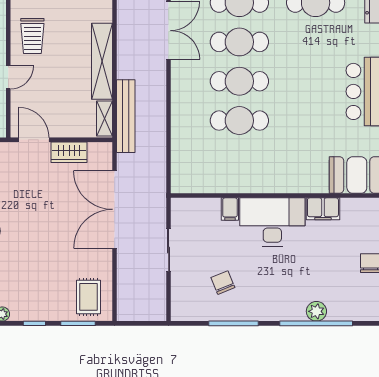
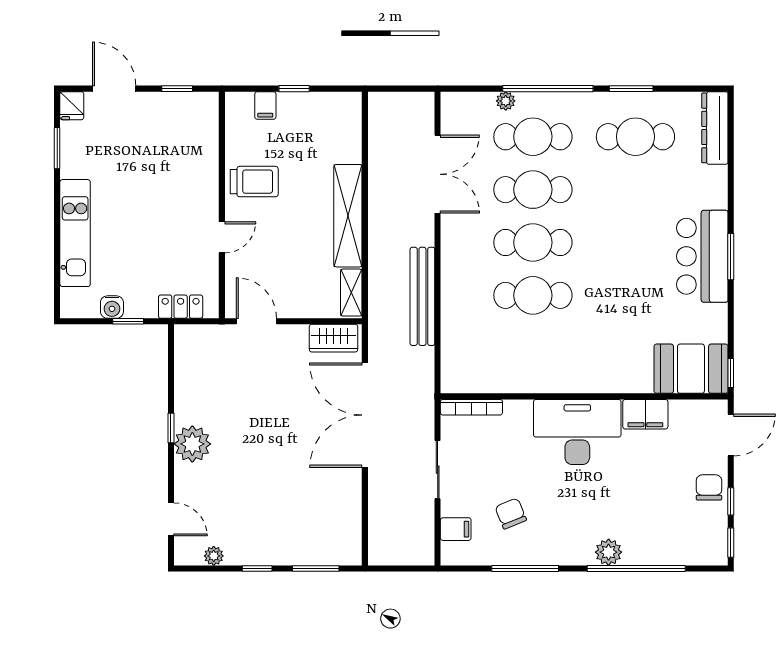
trolley: (32, 36) -> (254, 182), turned -90
bench: (126, 116) -> (422, 296), moved
wardrobe: (69, 152) -> (334, 338), moved
bookcase: (194, 204) -> (471, 407), added
filing cabinet: (230, 209) -> (456, 529), moved, turned -90
rug: (89, 297) -> (330, 533), removed
plant: (316, 311) -> (609, 552), moved

